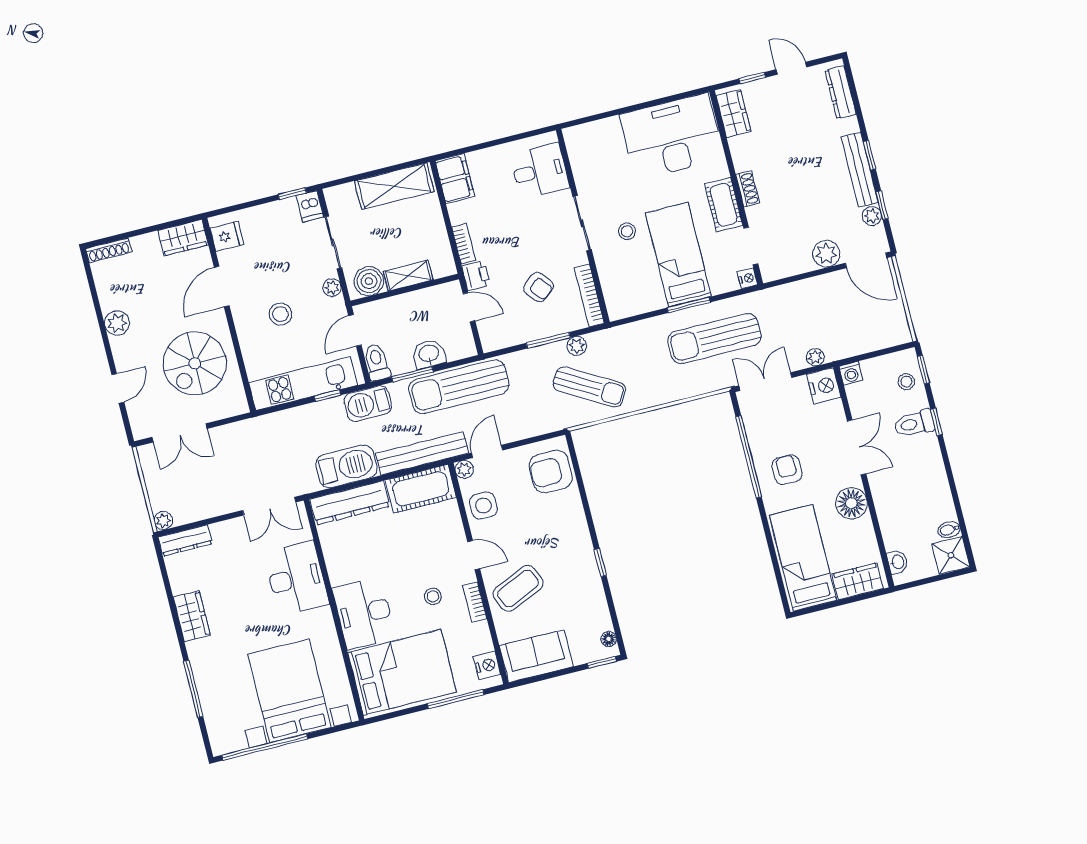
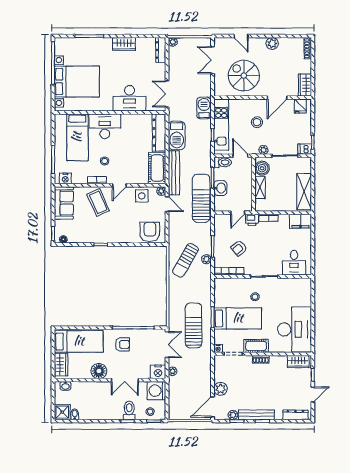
door: (222, 287) -> (277, 98), swing flipped
washing machine: (851, 373) -> (156, 391), width x1.89, depth x1.89
barbecue: (368, 404) -> (204, 108), moved
bed: (402, 672) -> (77, 137), width x0.67

